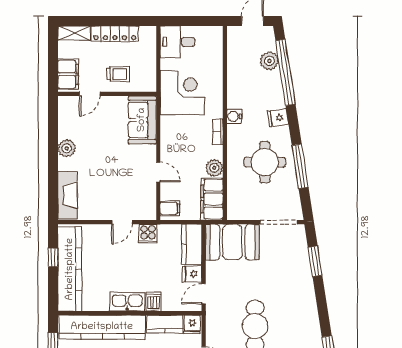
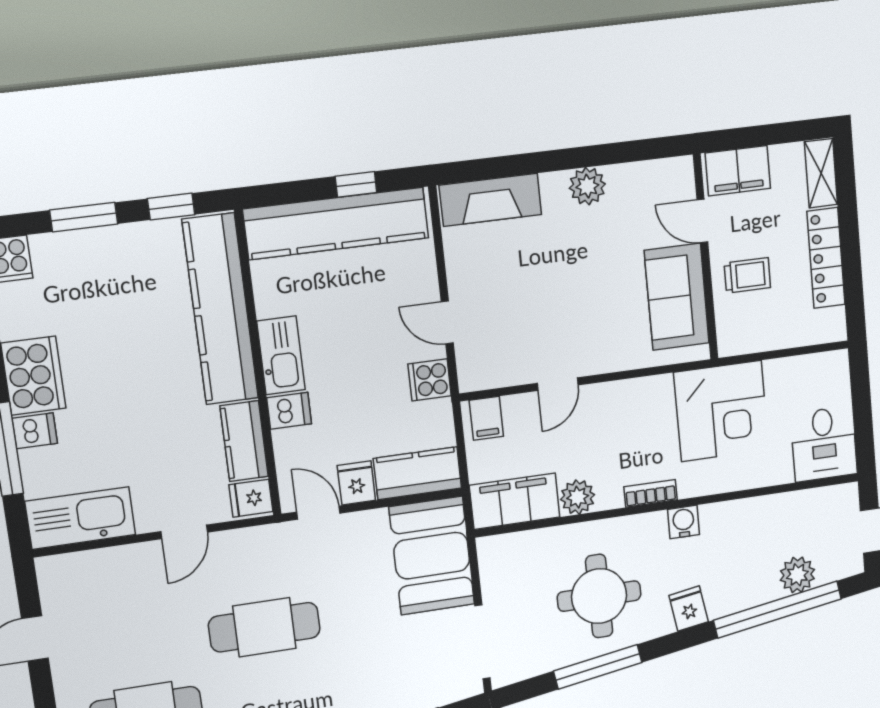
desk: (177, 42) -> (824, 444), moved, turned 180
trolley: (118, 74) -> (747, 275), turned -90
sofa: (142, 120) -> (677, 297), moved, turned -90

